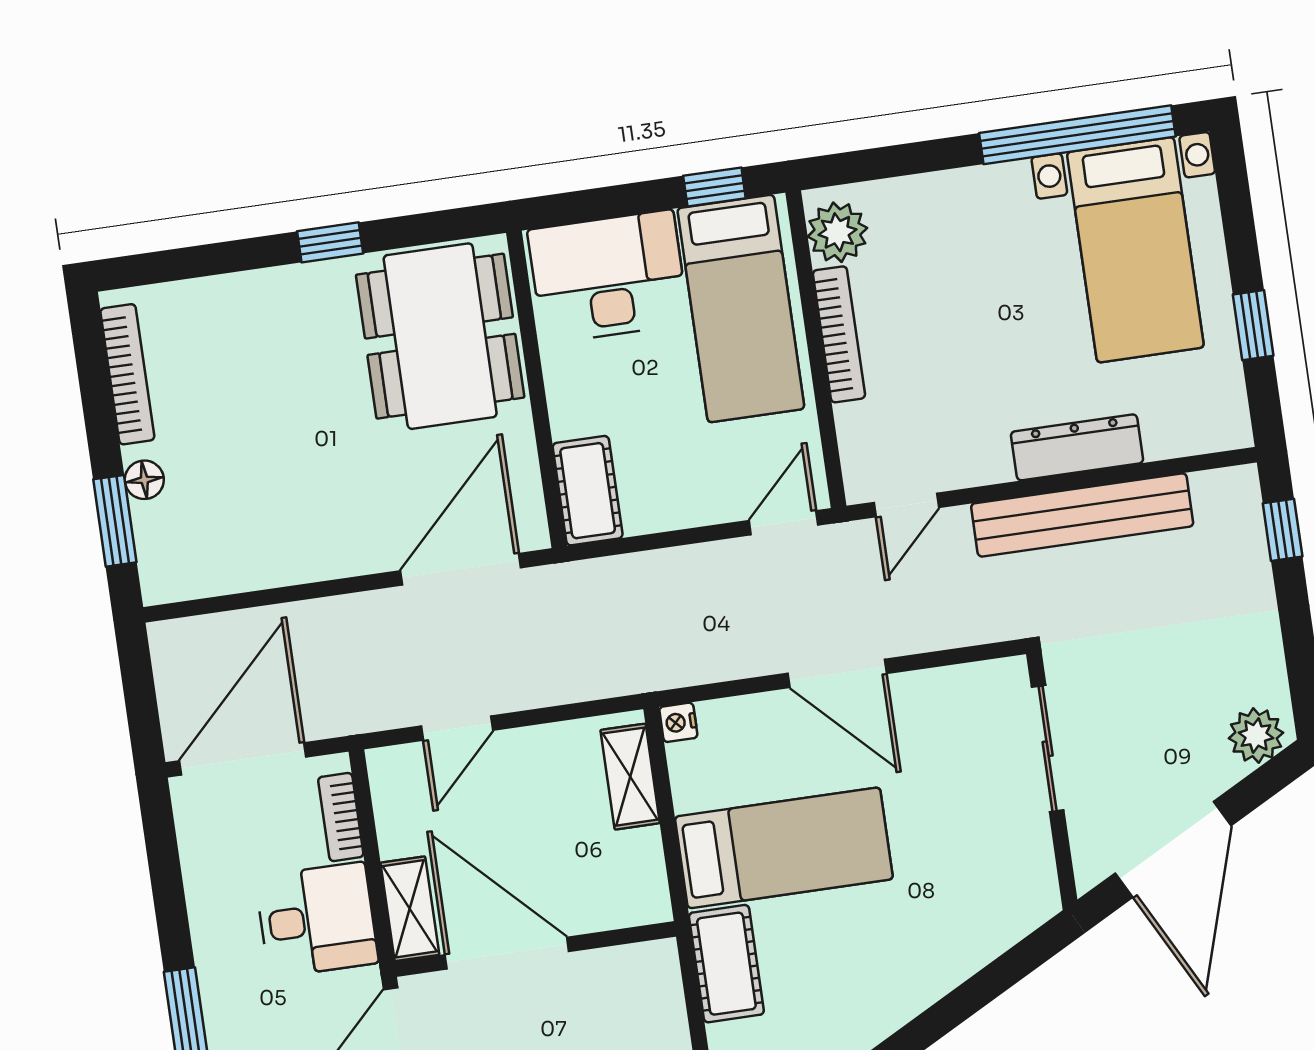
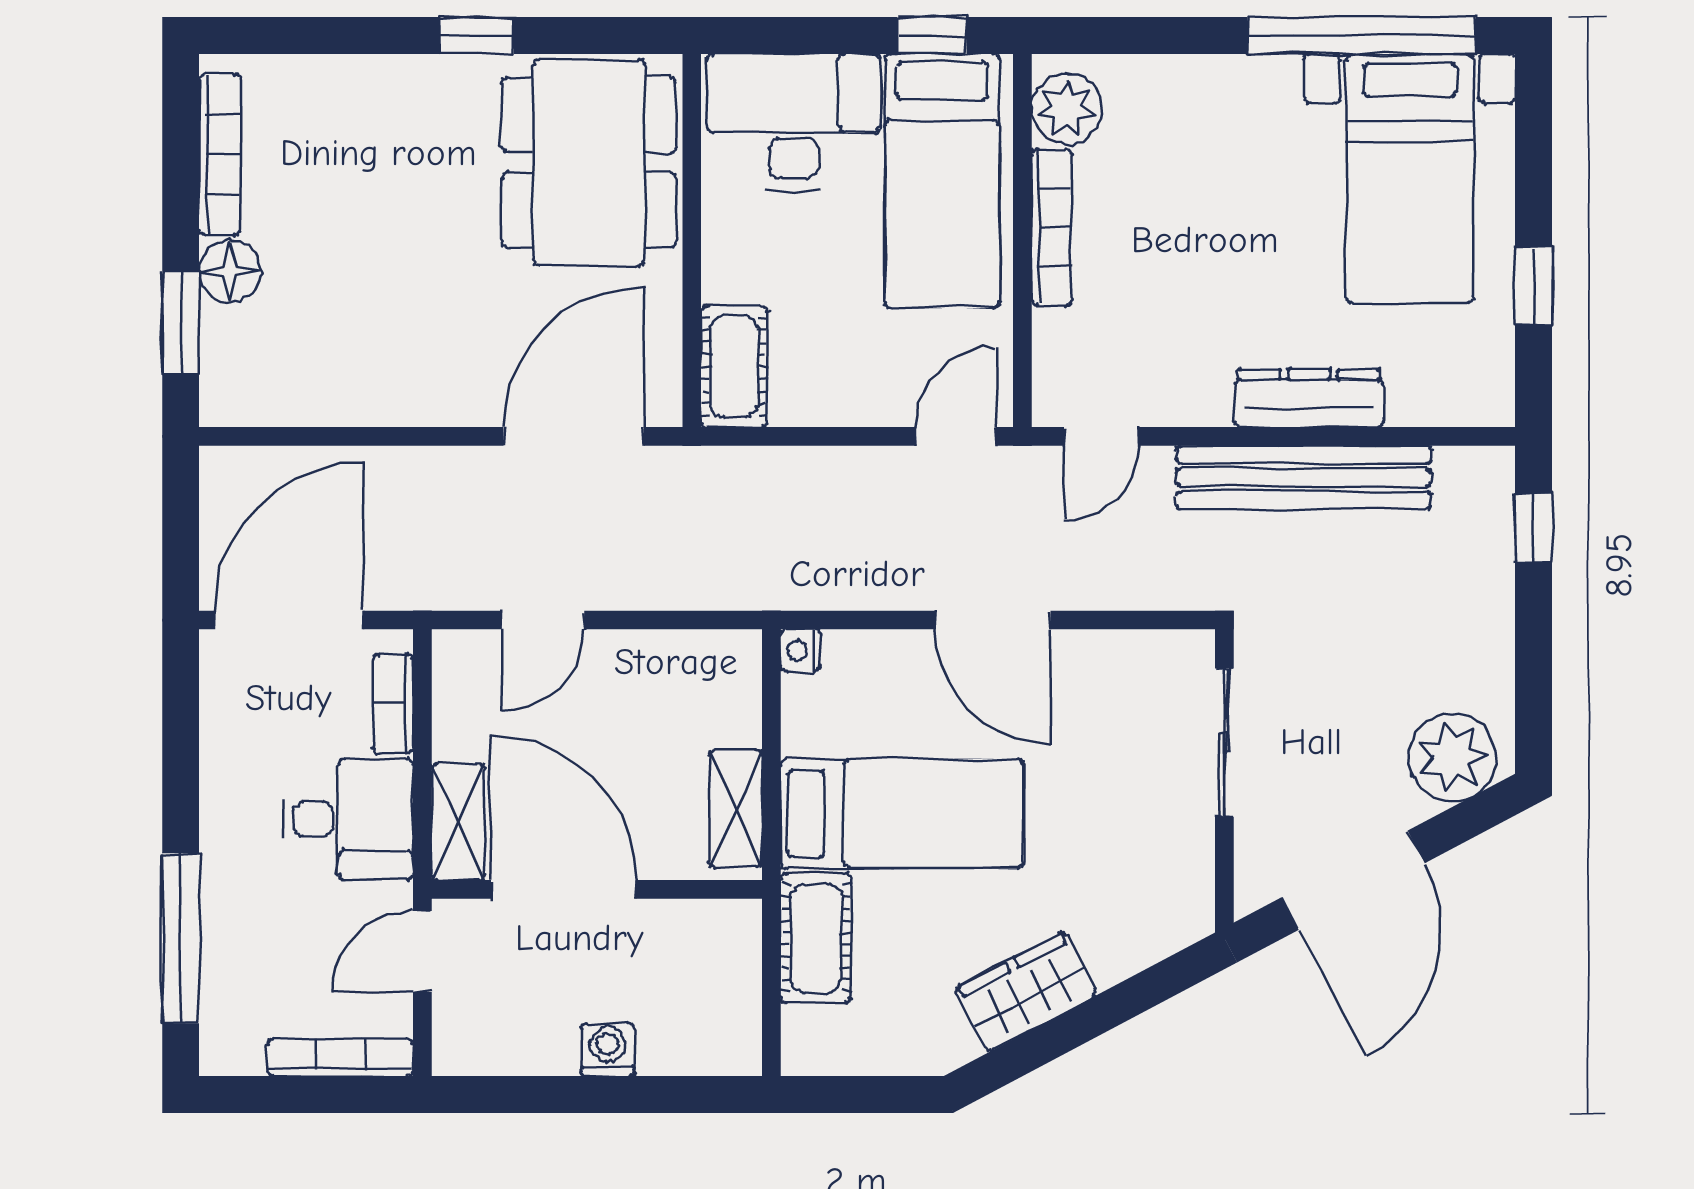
floor lamp: (144, 480) -> (230, 271), width x1.37, depth x1.37
plant: (1256, 735) -> (1452, 757), width x1.36, depth x1.36
shelving: (630, 777) -> (736, 809), moved
wardrobe: (910, 983) -> (1026, 992), added

